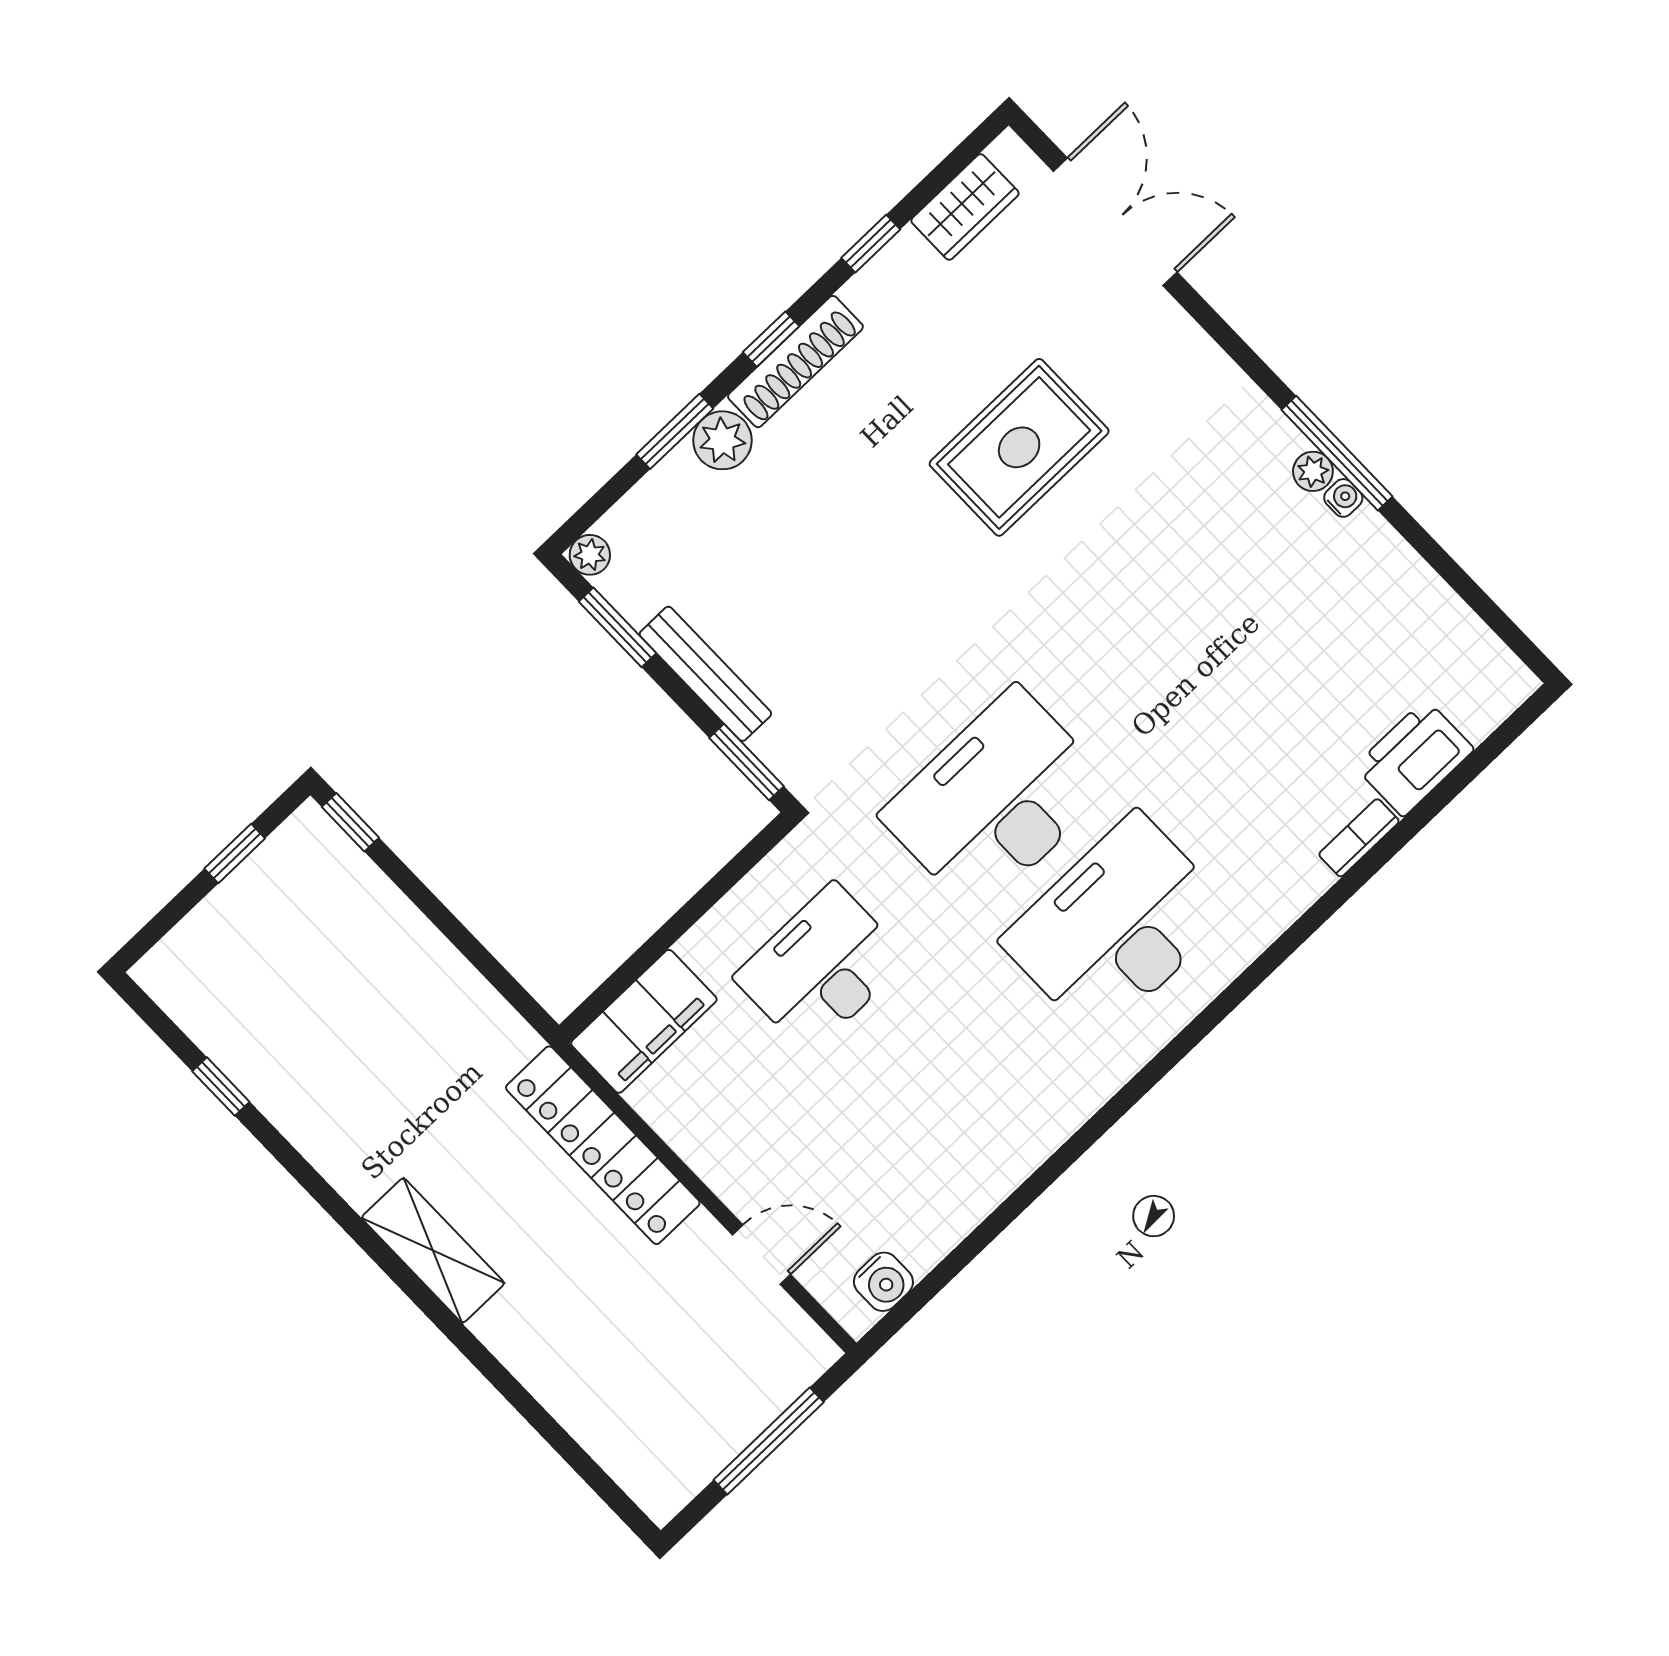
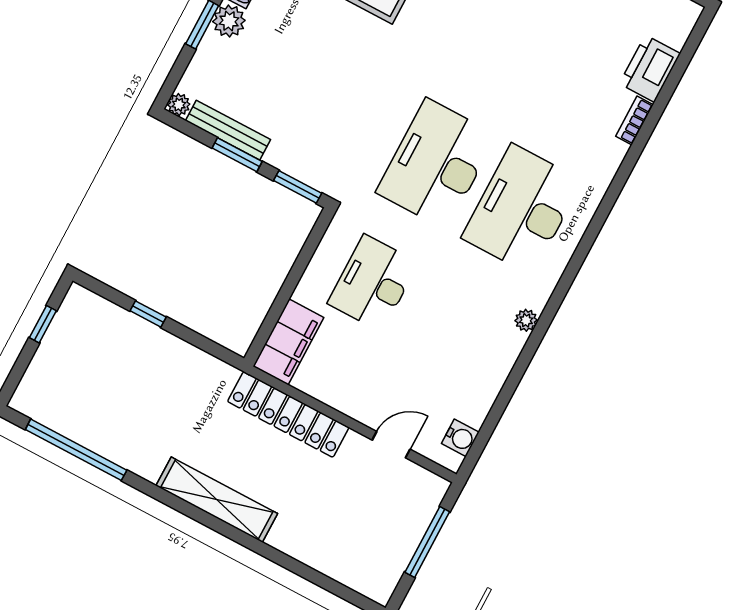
window: (617, 627) -> (237, 155), moved
bench: (705, 674) -> (228, 130), moved
window: (350, 822) -> (148, 314), moved
window: (221, 1087) -> (76, 450), width x3.17
plant: (1062, 1118) -> (526, 320), added
shelving: (433, 1250) -> (217, 500), width x1.47

